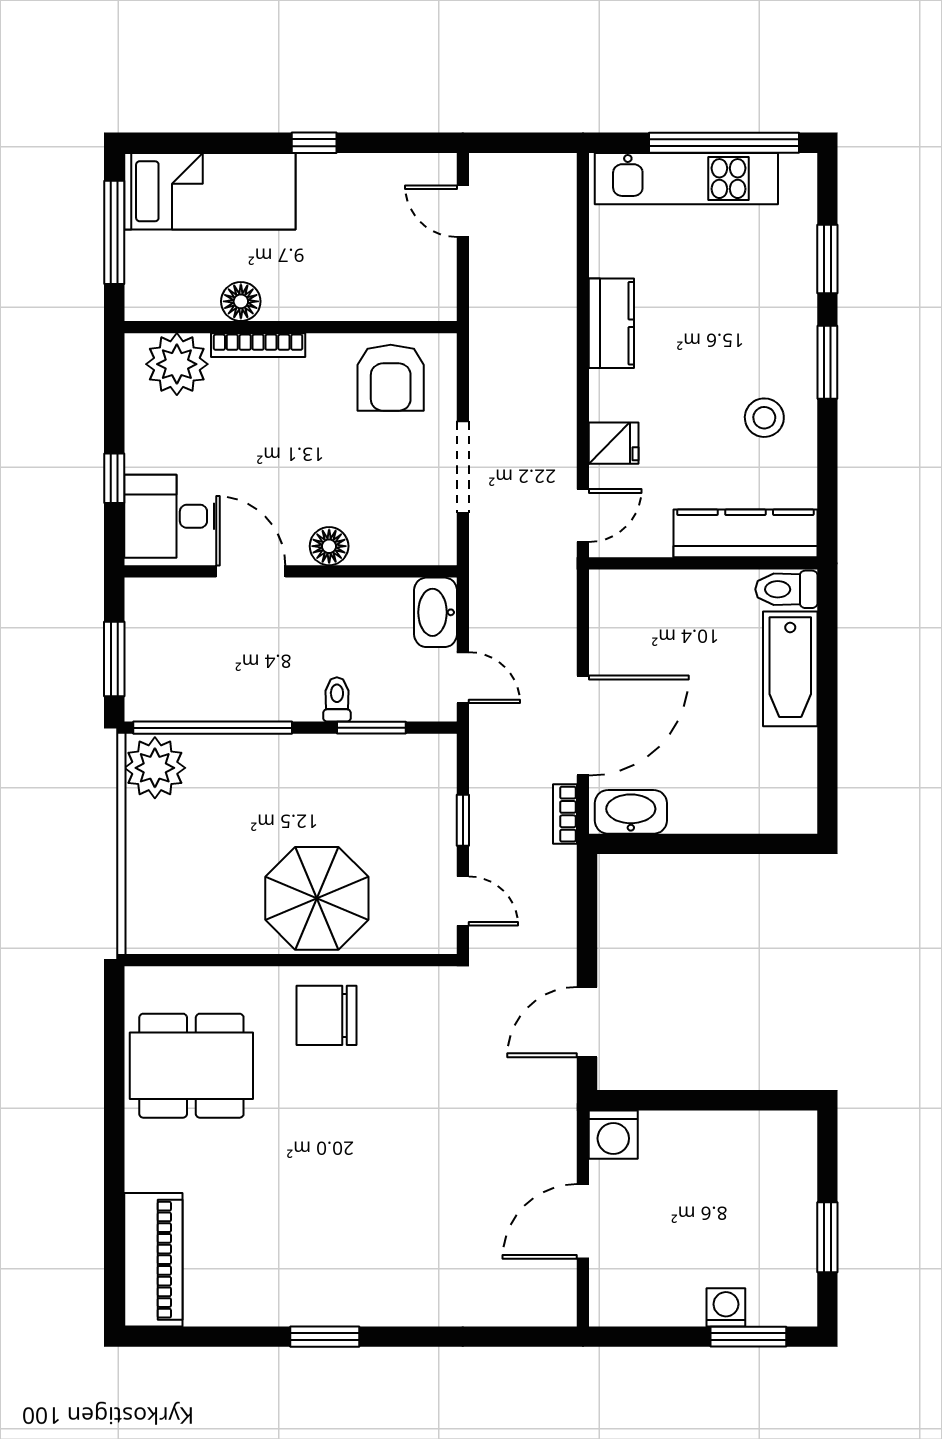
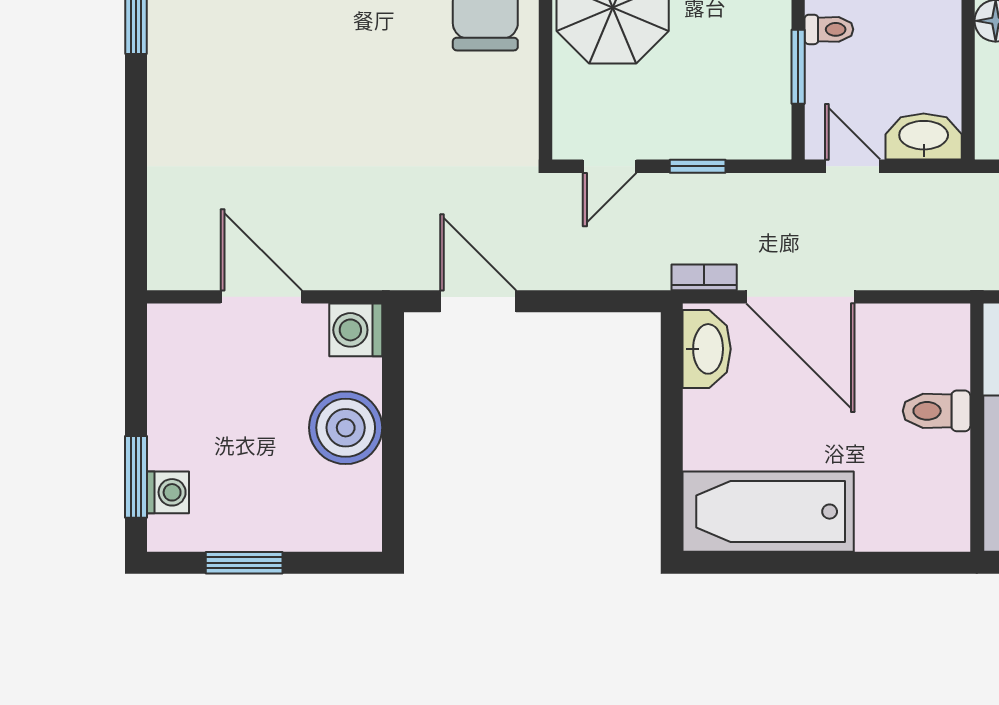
toilet: (786, 589) -> (937, 411), moved, turned -90
bathtub: (790, 669) -> (768, 512), moved, width x1.36, depth x1.36
door: (463, 678) -> (853, 166), swing flipped
boiler: (703, 1144) -> (346, 428), added
washing machine: (726, 1307) -> (168, 492), moved

